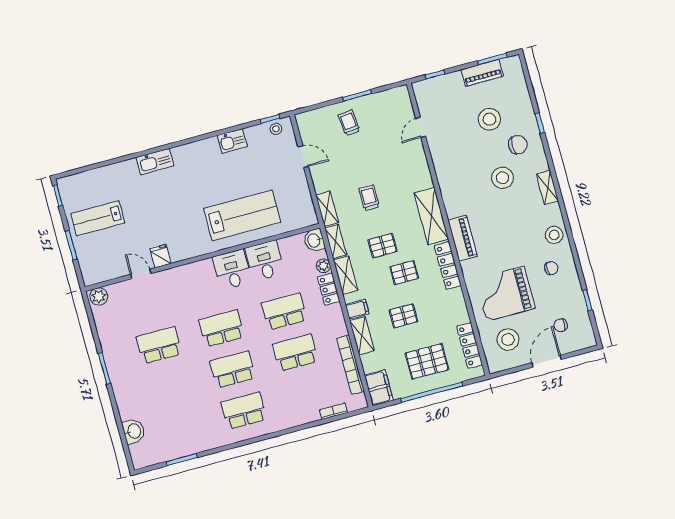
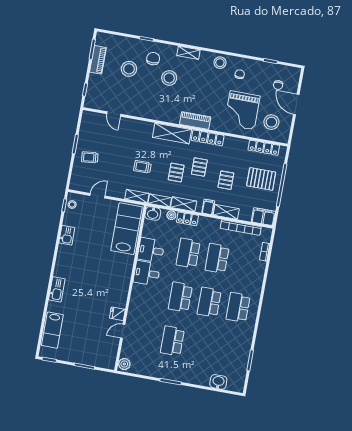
lab bench: (242, 215) -> (126, 229), moved
lab bench: (98, 218) -> (52, 330), moved
pallet: (427, 361) -> (261, 179), turned 90

